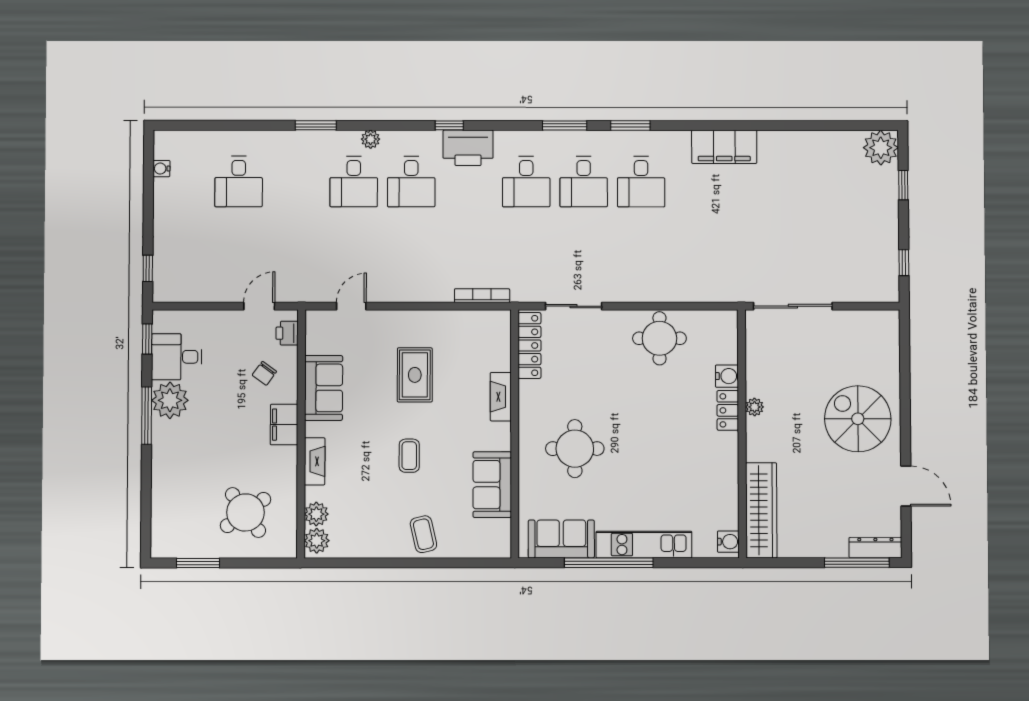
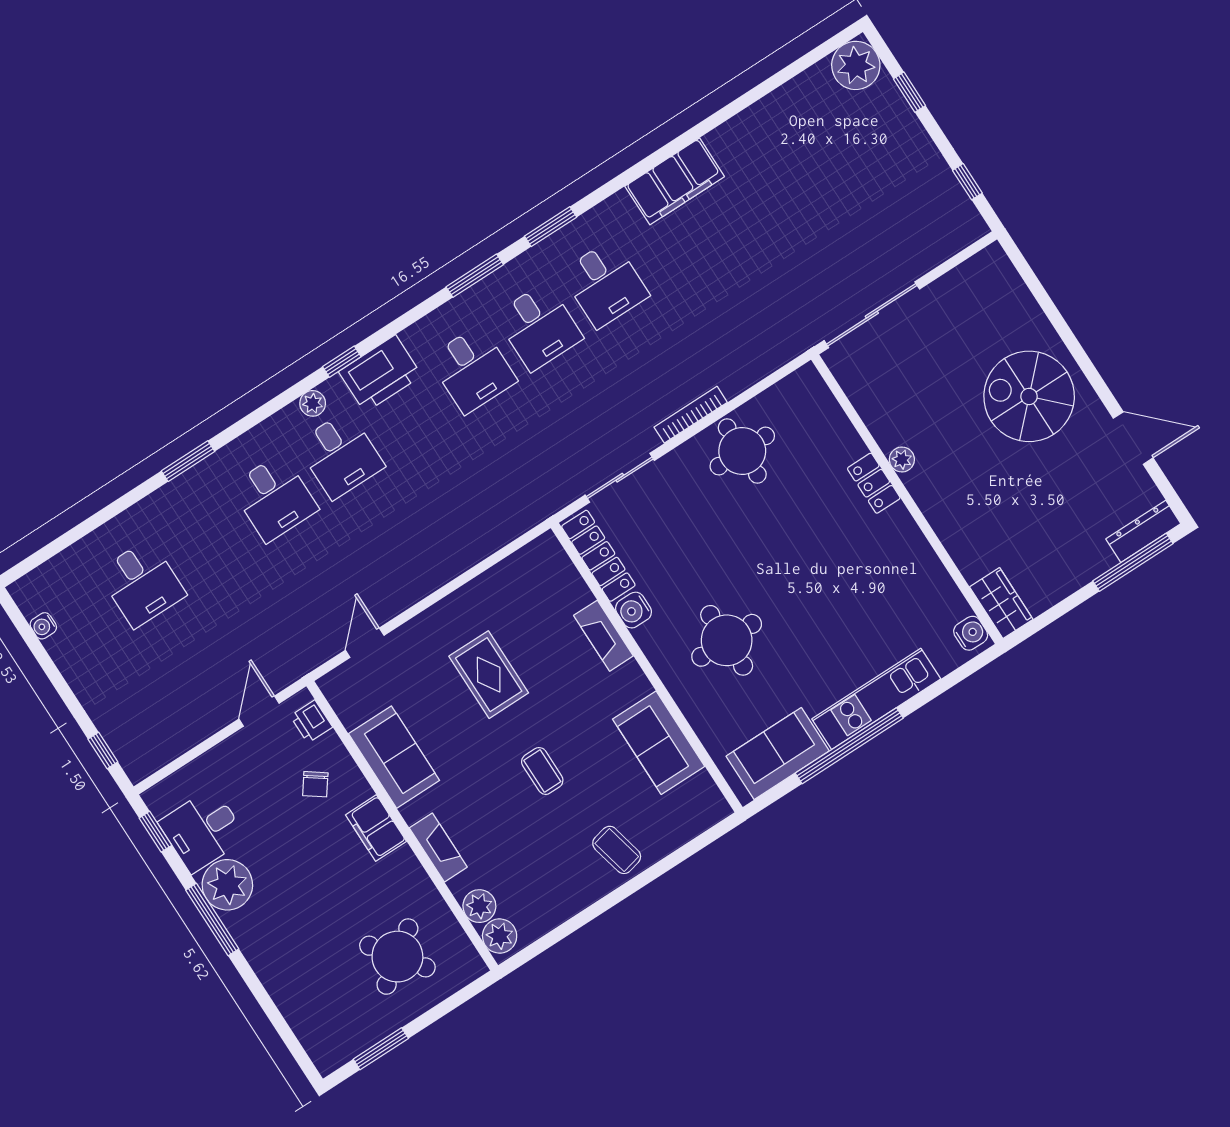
plant: (371, 139) -> (313, 403), moved
bookcase: (482, 296) -> (691, 415), moved
water cooler: (727, 376) -> (634, 610), moved, turned 180
wardrobe: (761, 510) -> (1001, 603), width x0.48, depth x0.85

